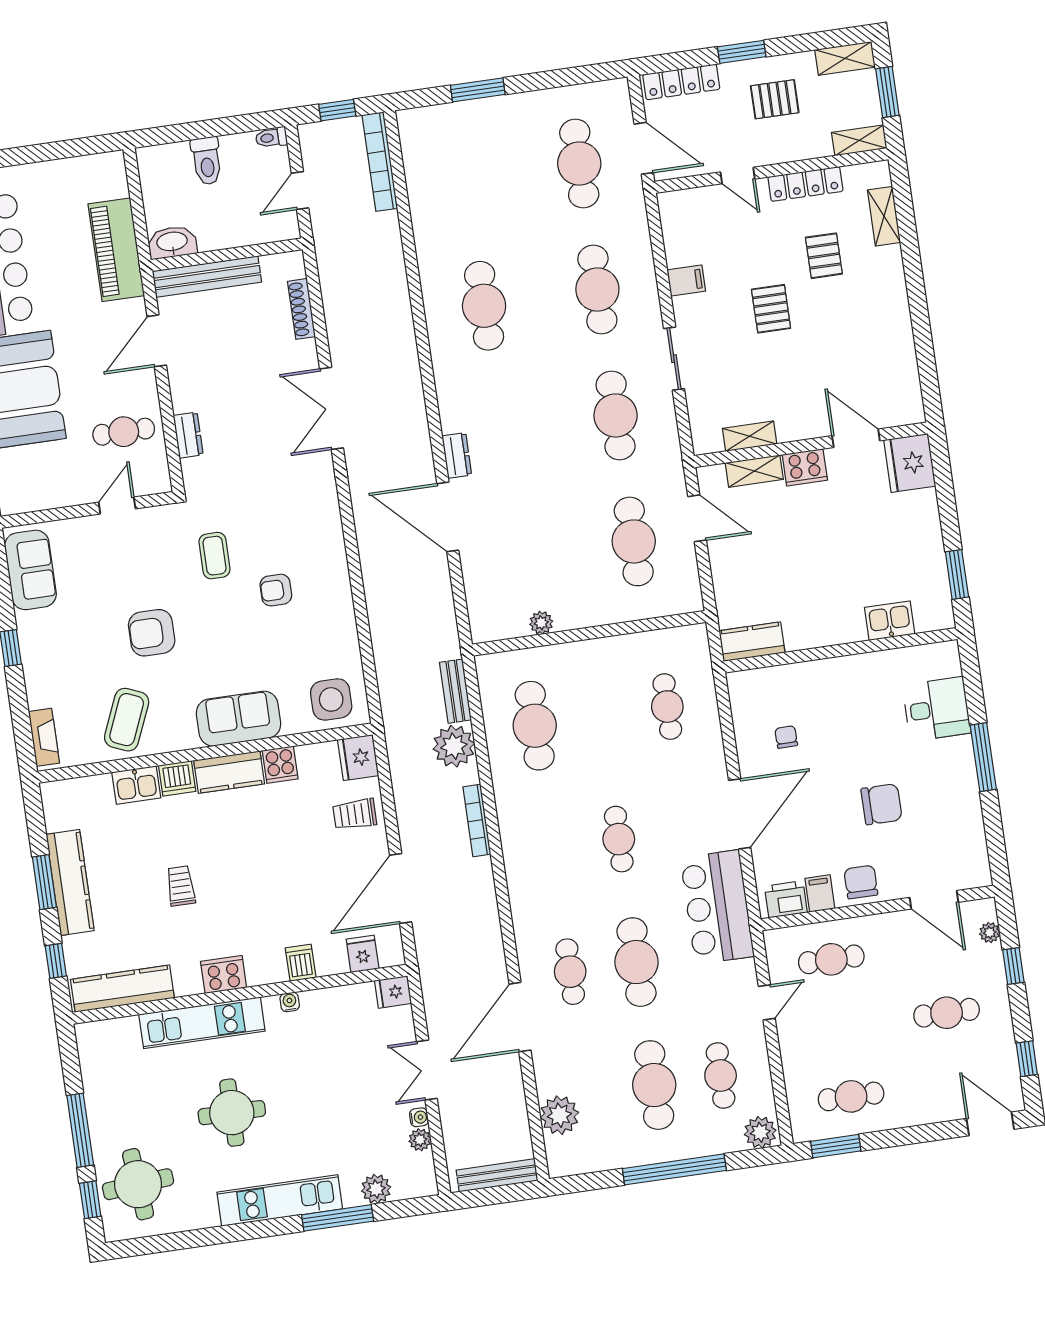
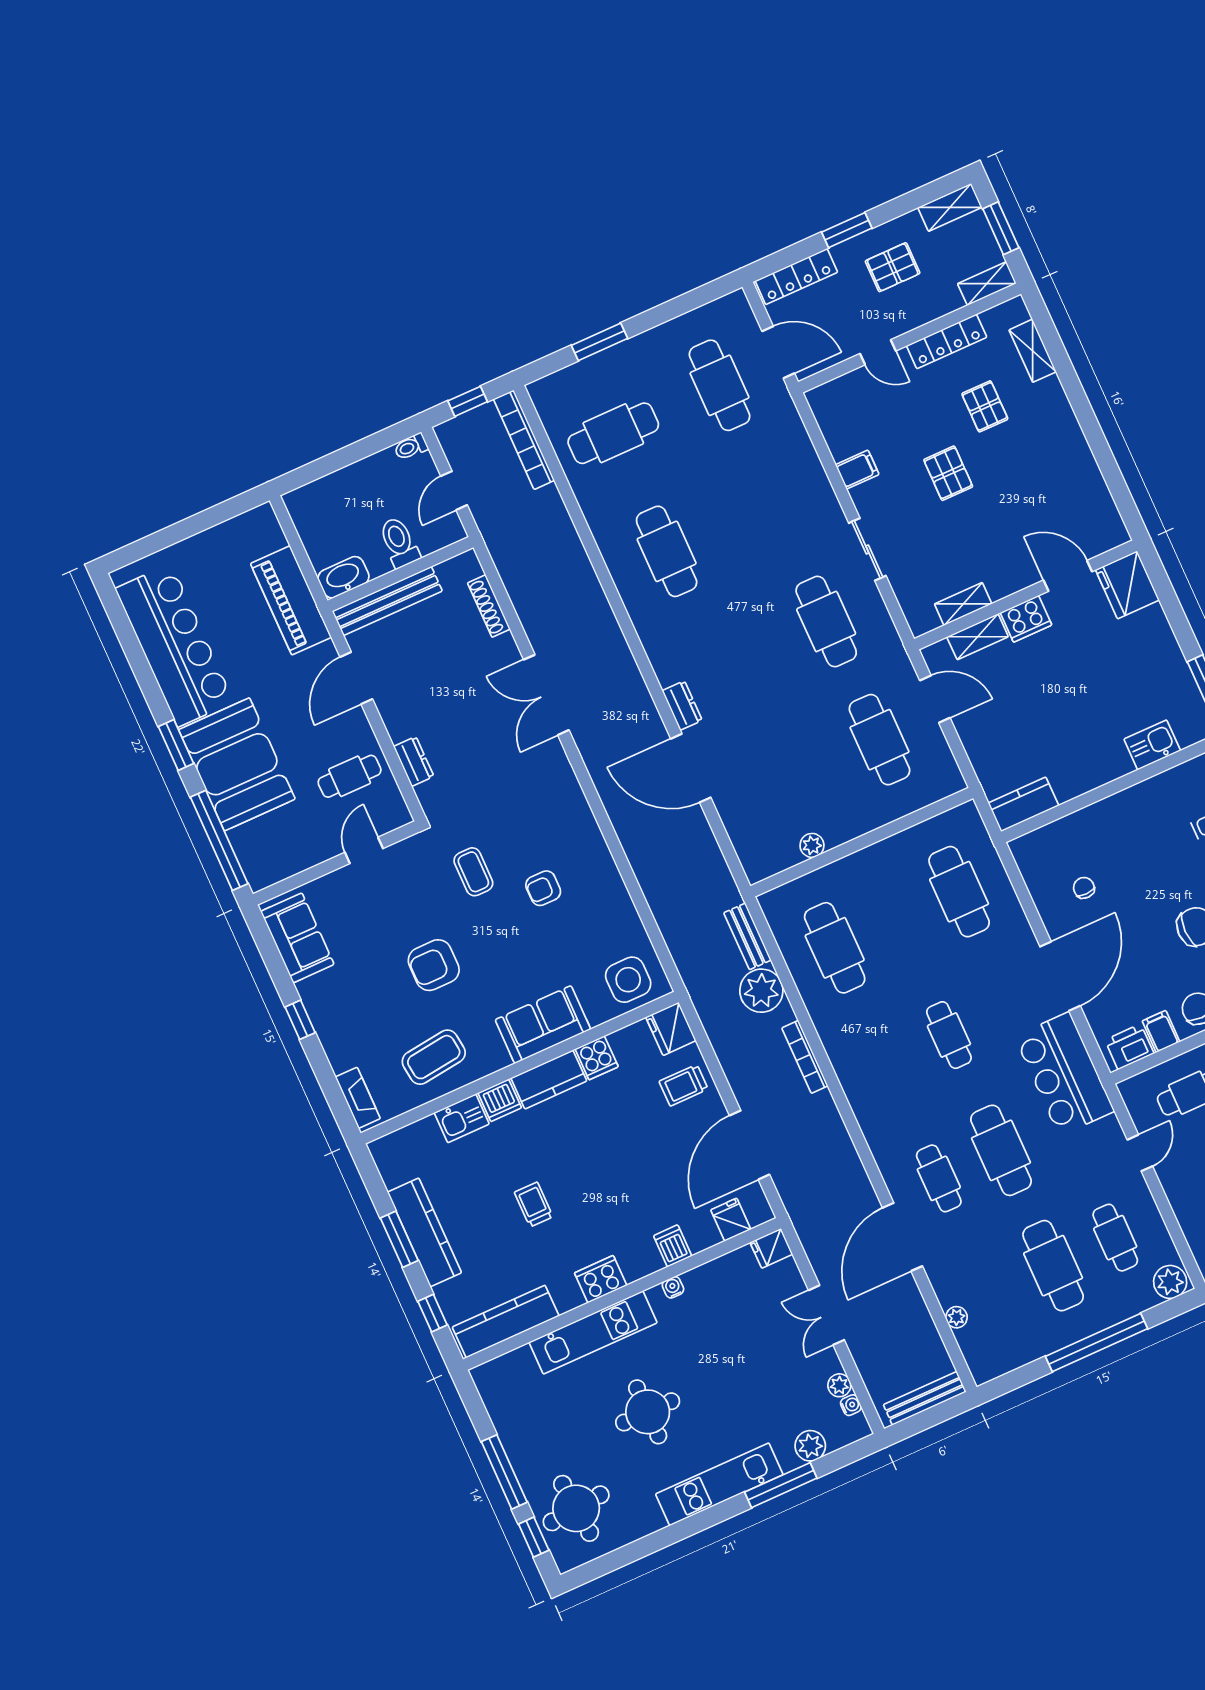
toilet: (207, 161) -> (399, 542), moved, turned 180
cafe table: (597, 289) -> (613, 433), moved, turned 90
cafe table: (667, 707) -> (959, 892), width x1.37, depth x1.35
coffee table: (127, 720) -> (434, 1057), turned 60
plant: (559, 1115) -> (957, 1317), width x0.53, depth x0.53
water cooler: (419, 1117) -> (851, 1405), moved

